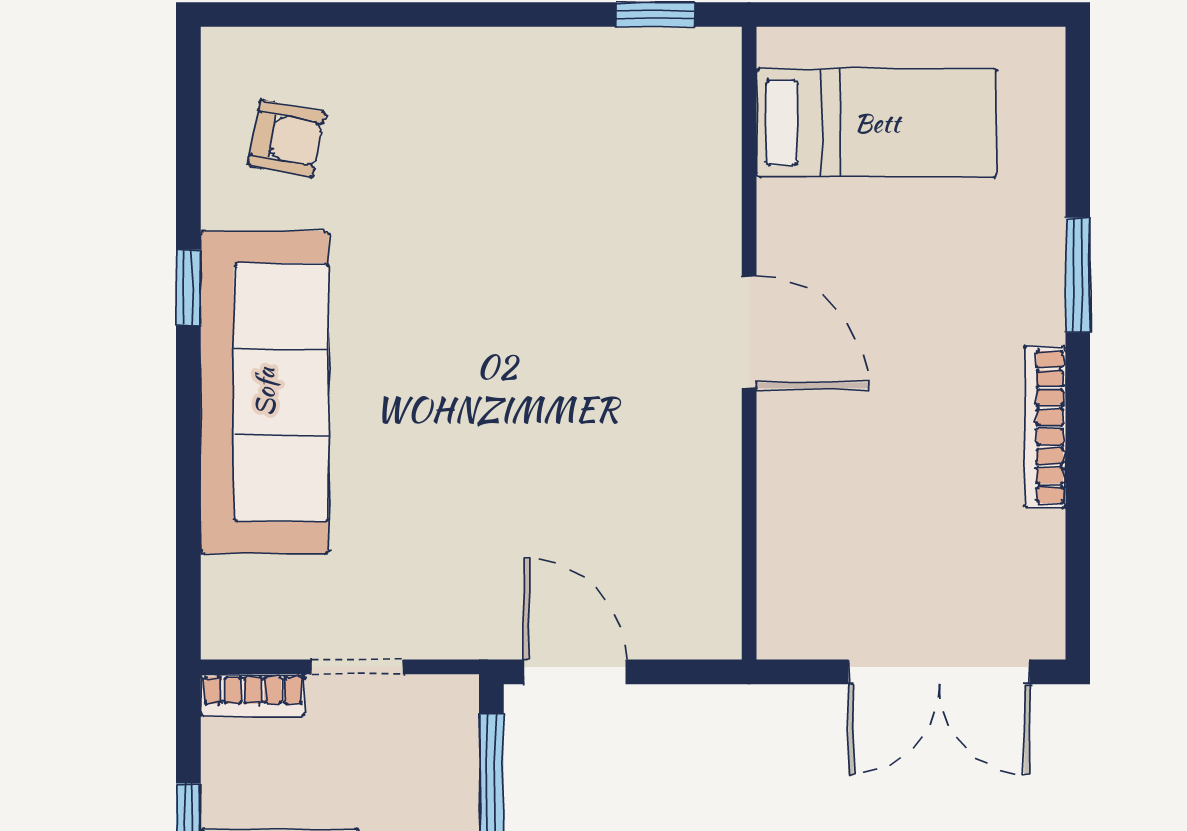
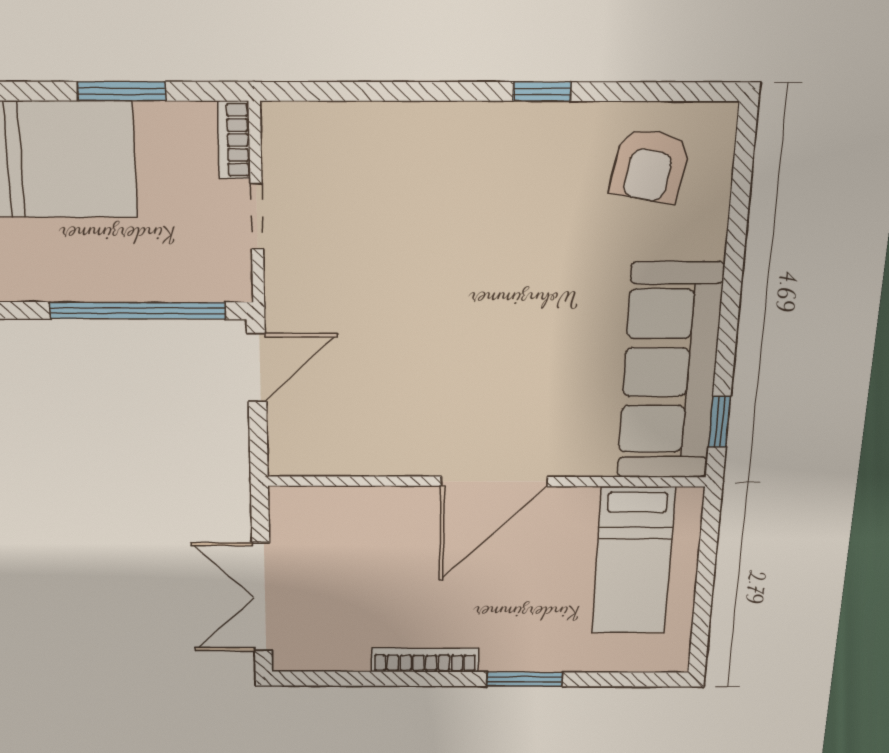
armchair: (287, 139) -> (650, 166), width x1.38, depth x1.38
door: (749, 332) -> (494, 481), width x1.36
sofa: (265, 392) -> (670, 372), moved, turned 90

